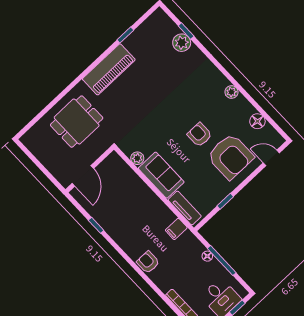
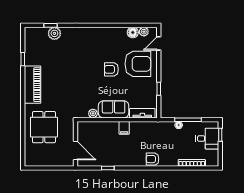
plant: (232, 92) -> (144, 32), moved
filing cabinet: (176, 229) -> (124, 128), moved

